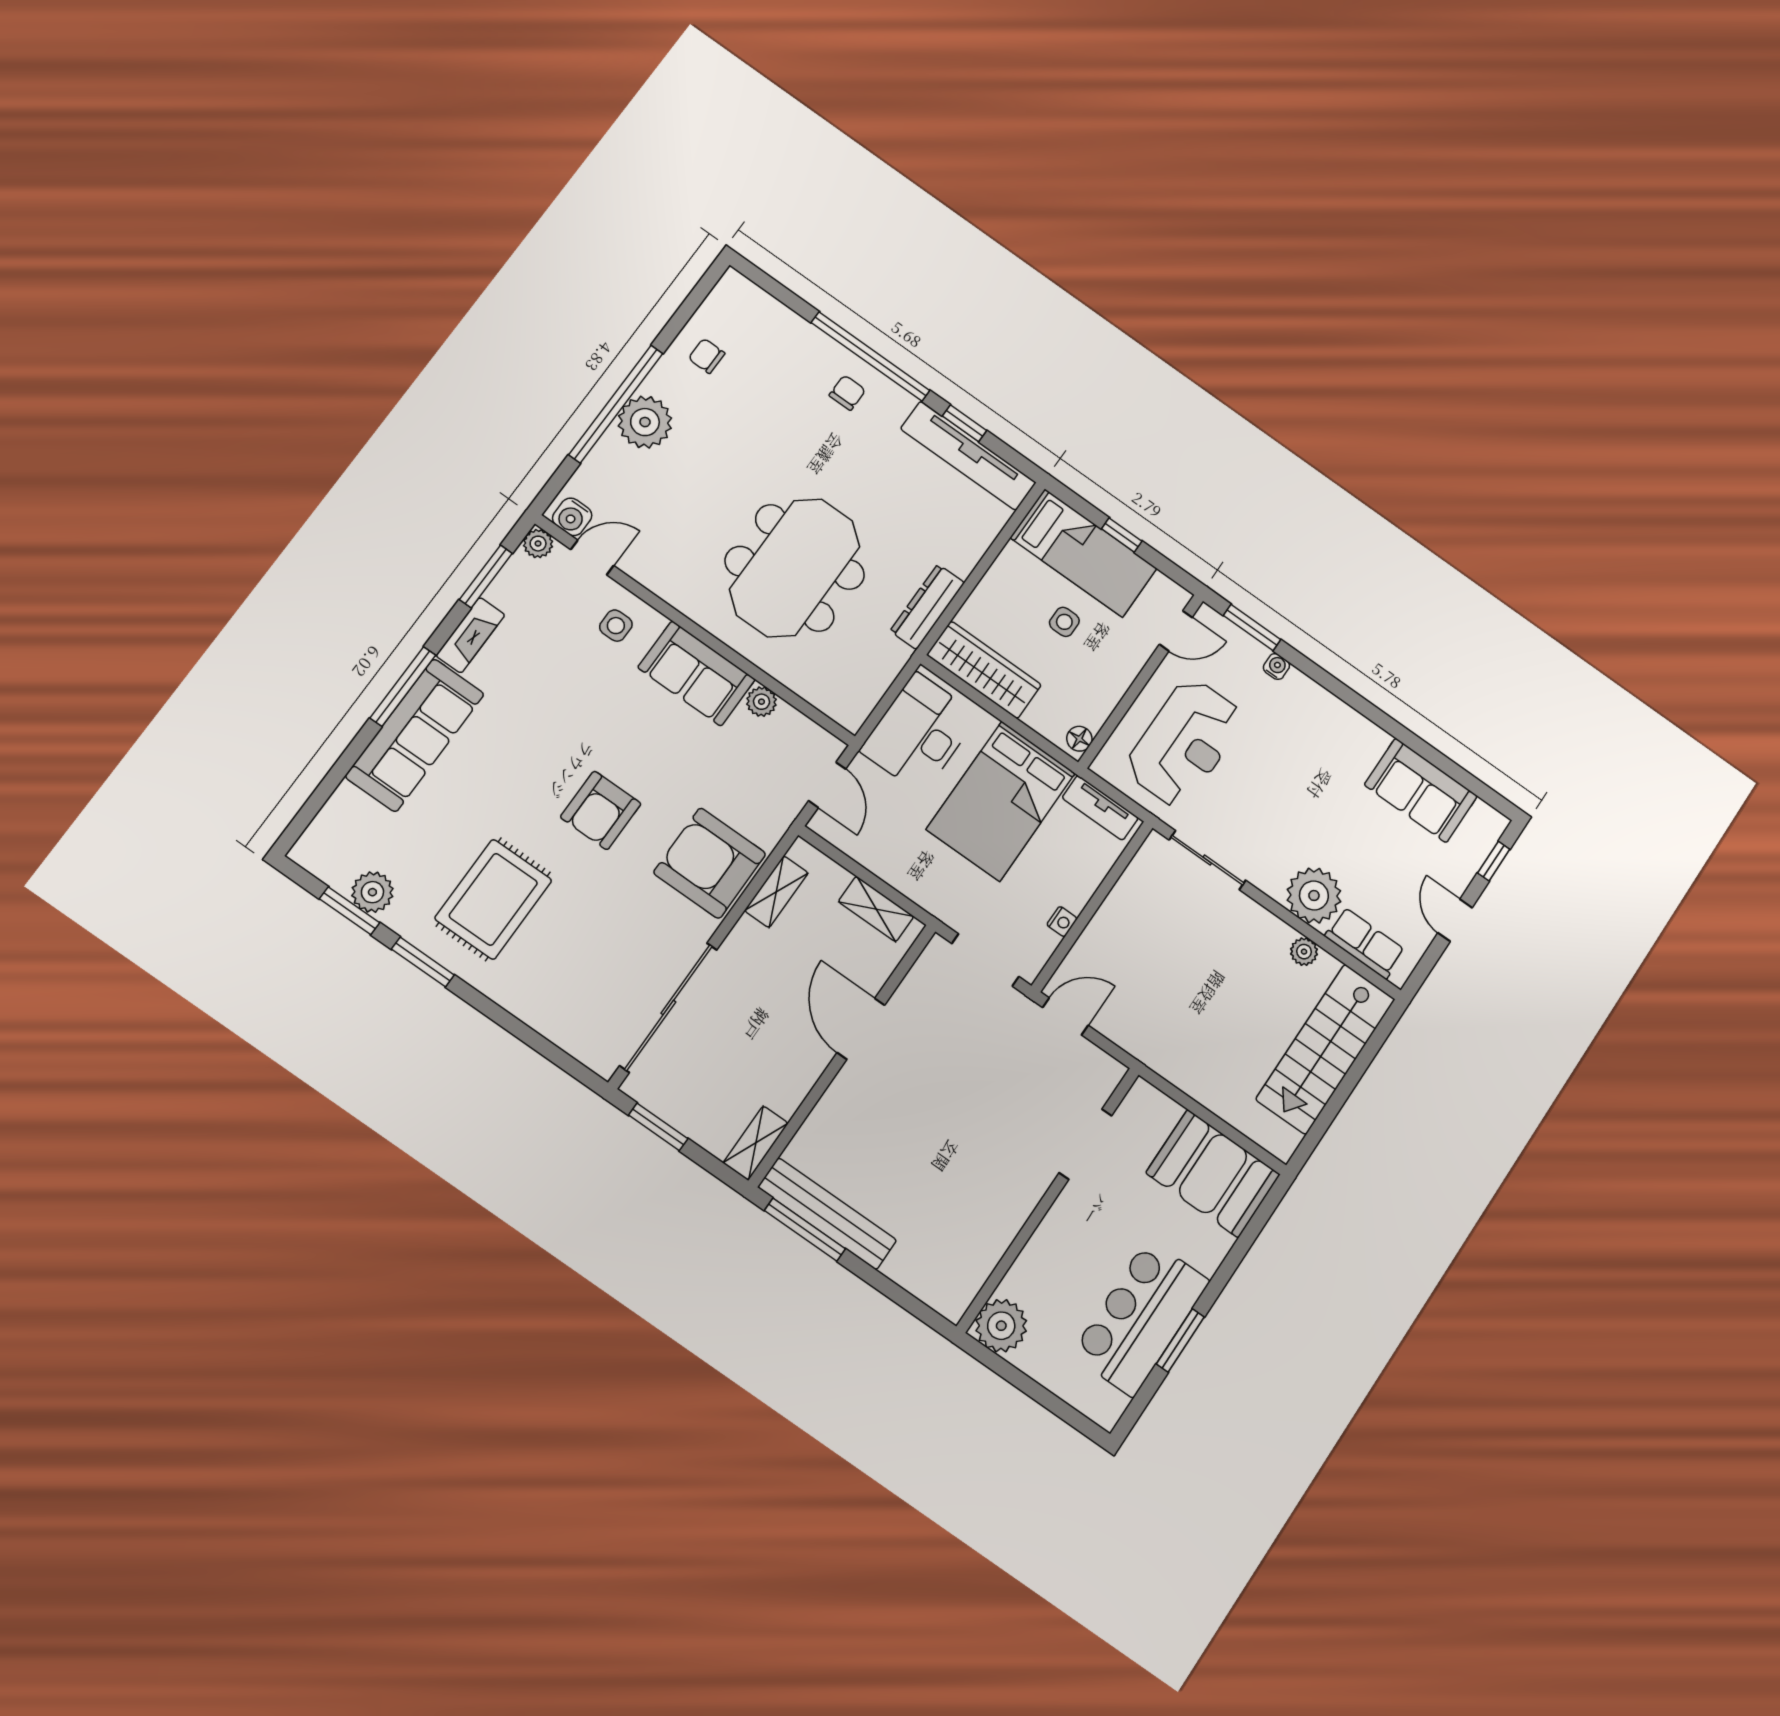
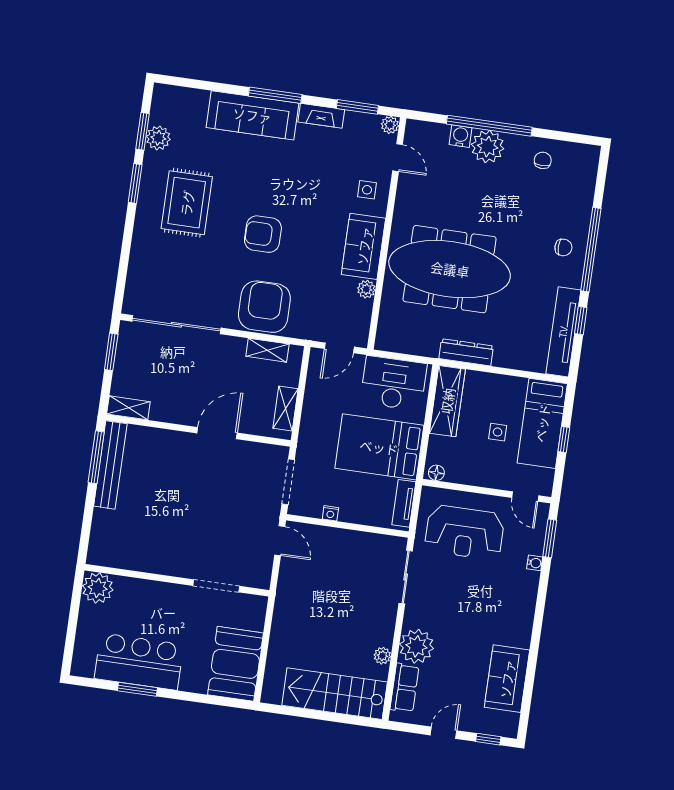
water cooler: (572, 517) -> (460, 136), moved, turned 90
meeting table: (795, 568) -> (450, 269), width x1.36
rug: (493, 899) -> (187, 203), turned 90

